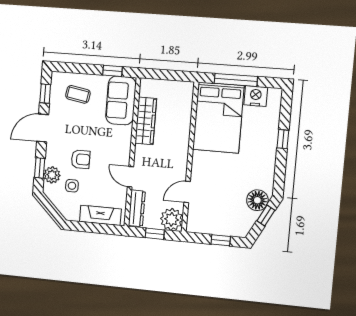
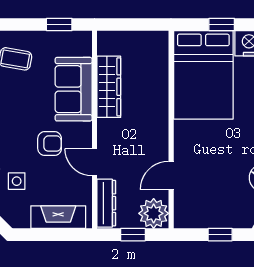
window: (236, 80) -> (222, 24), width x0.46
sofa: (121, 100) -> (74, 89), moved
armchair: (81, 159) -> (50, 144), moved

